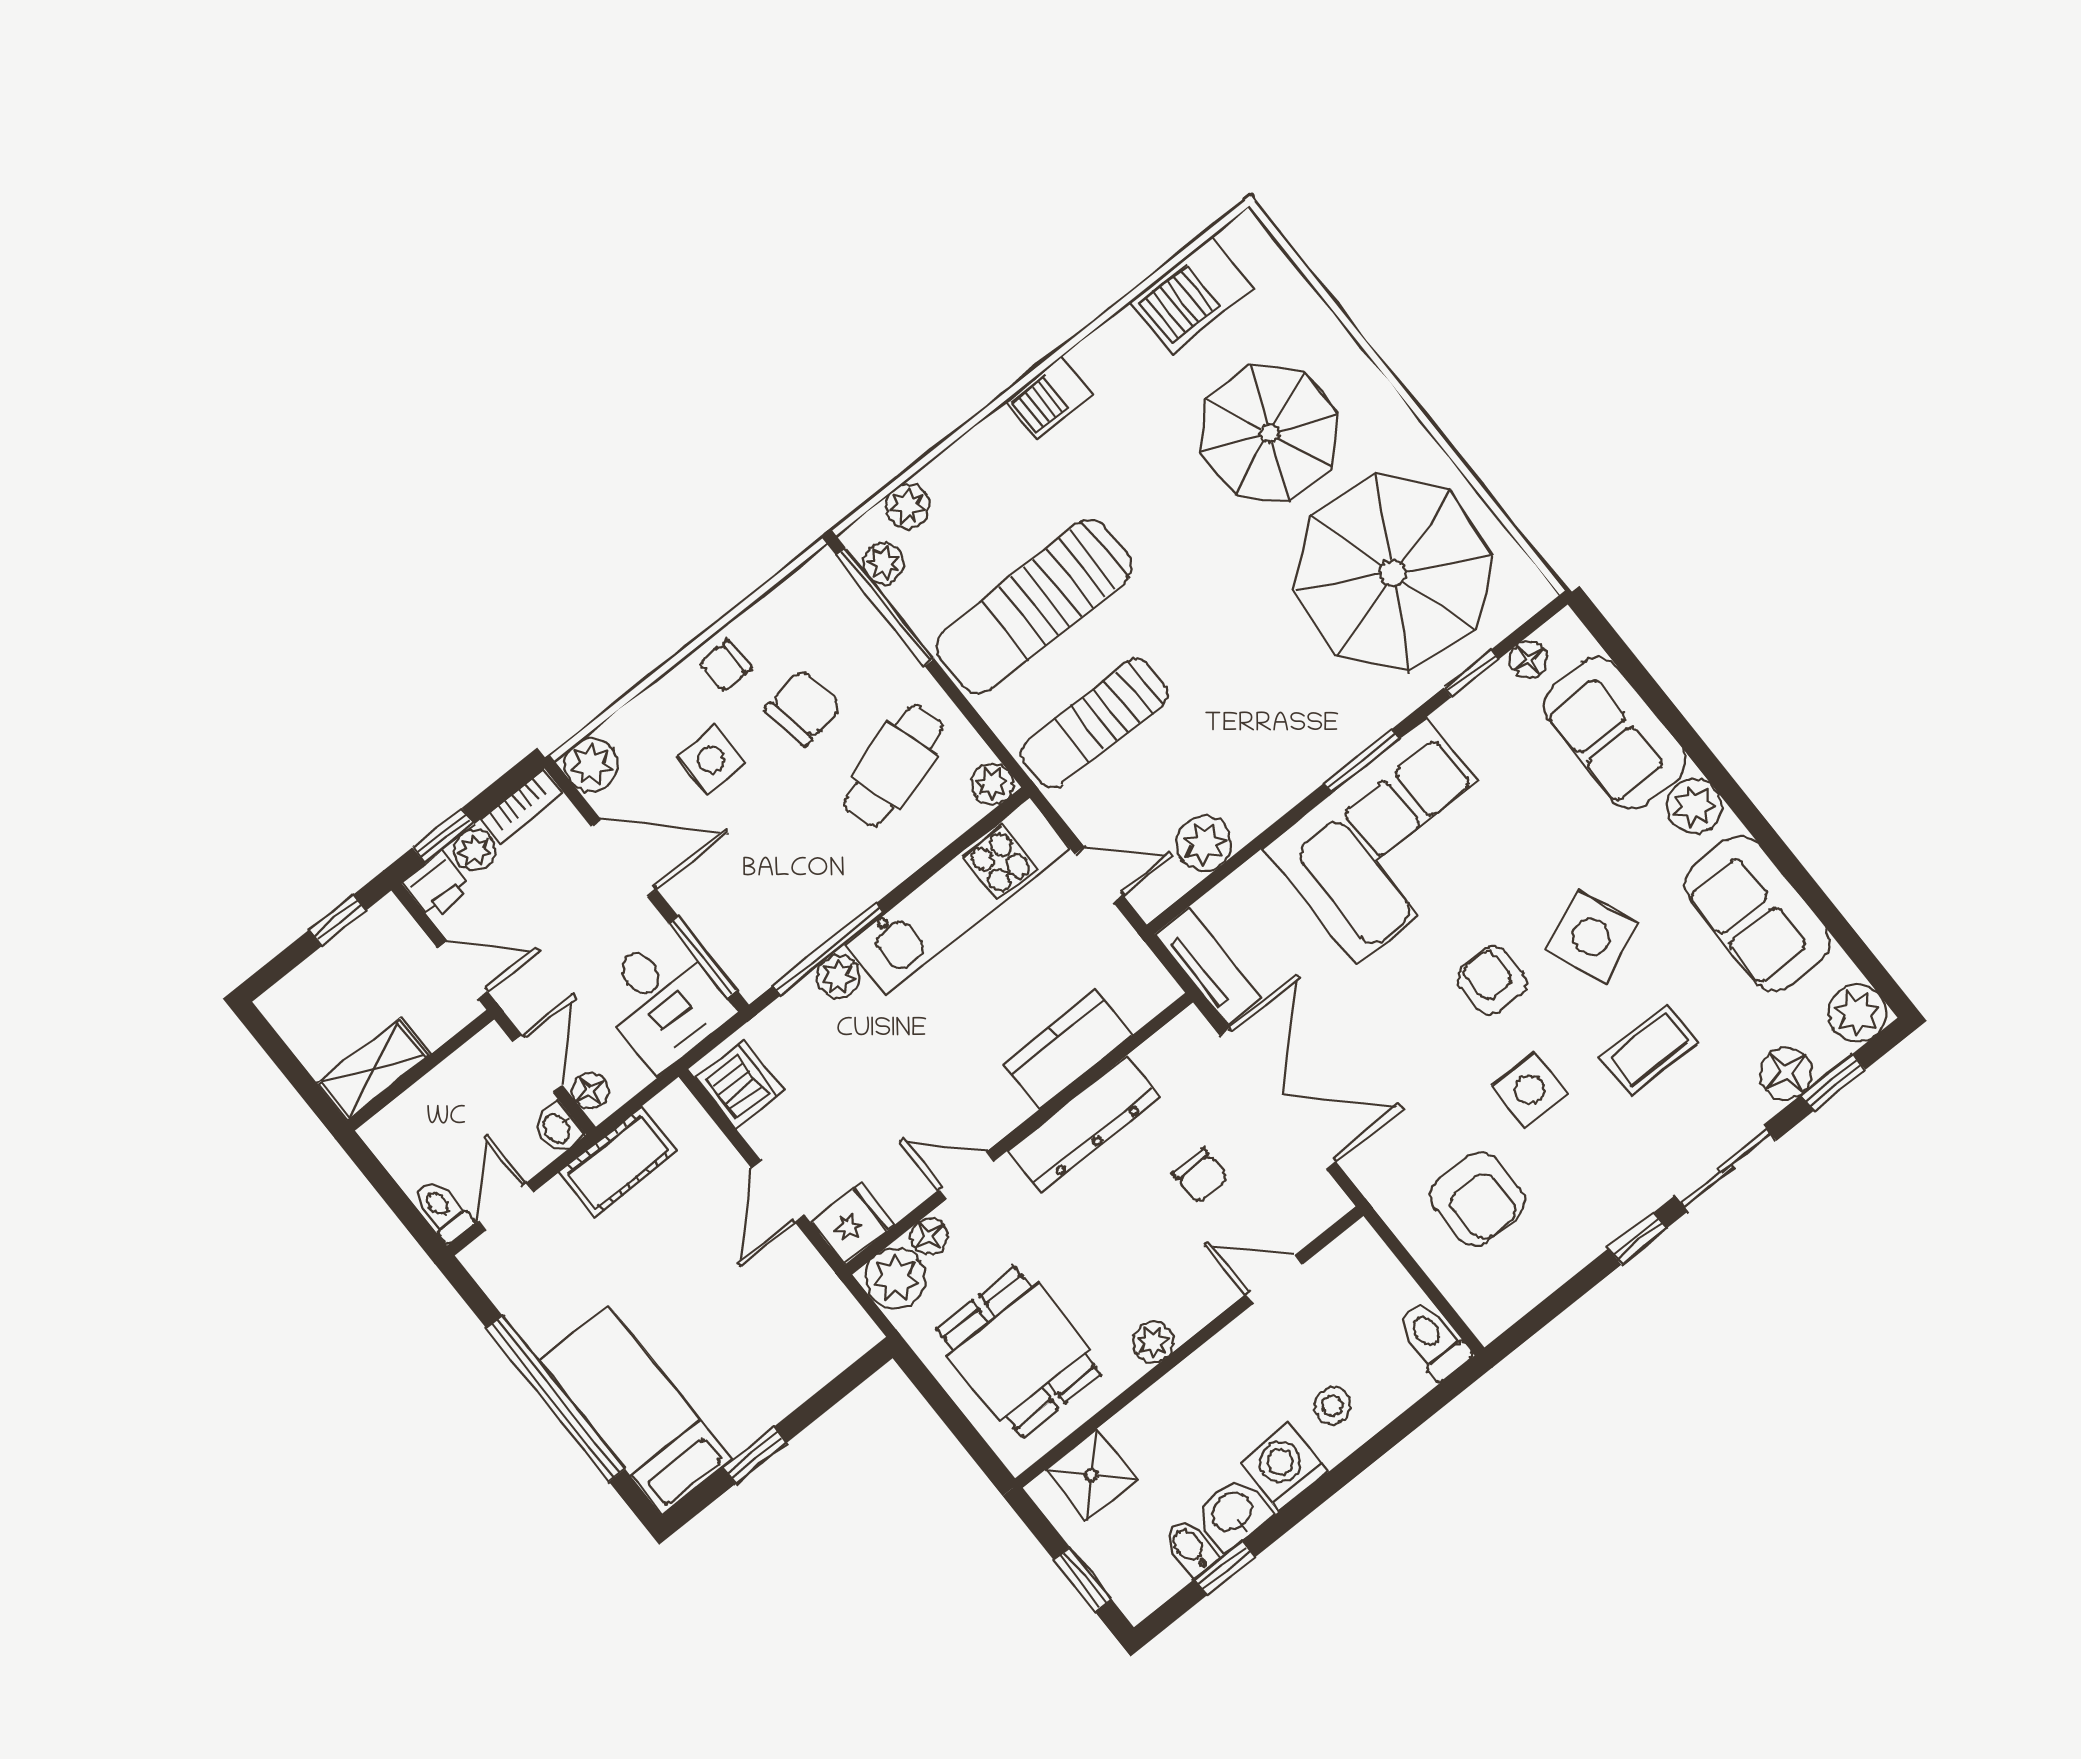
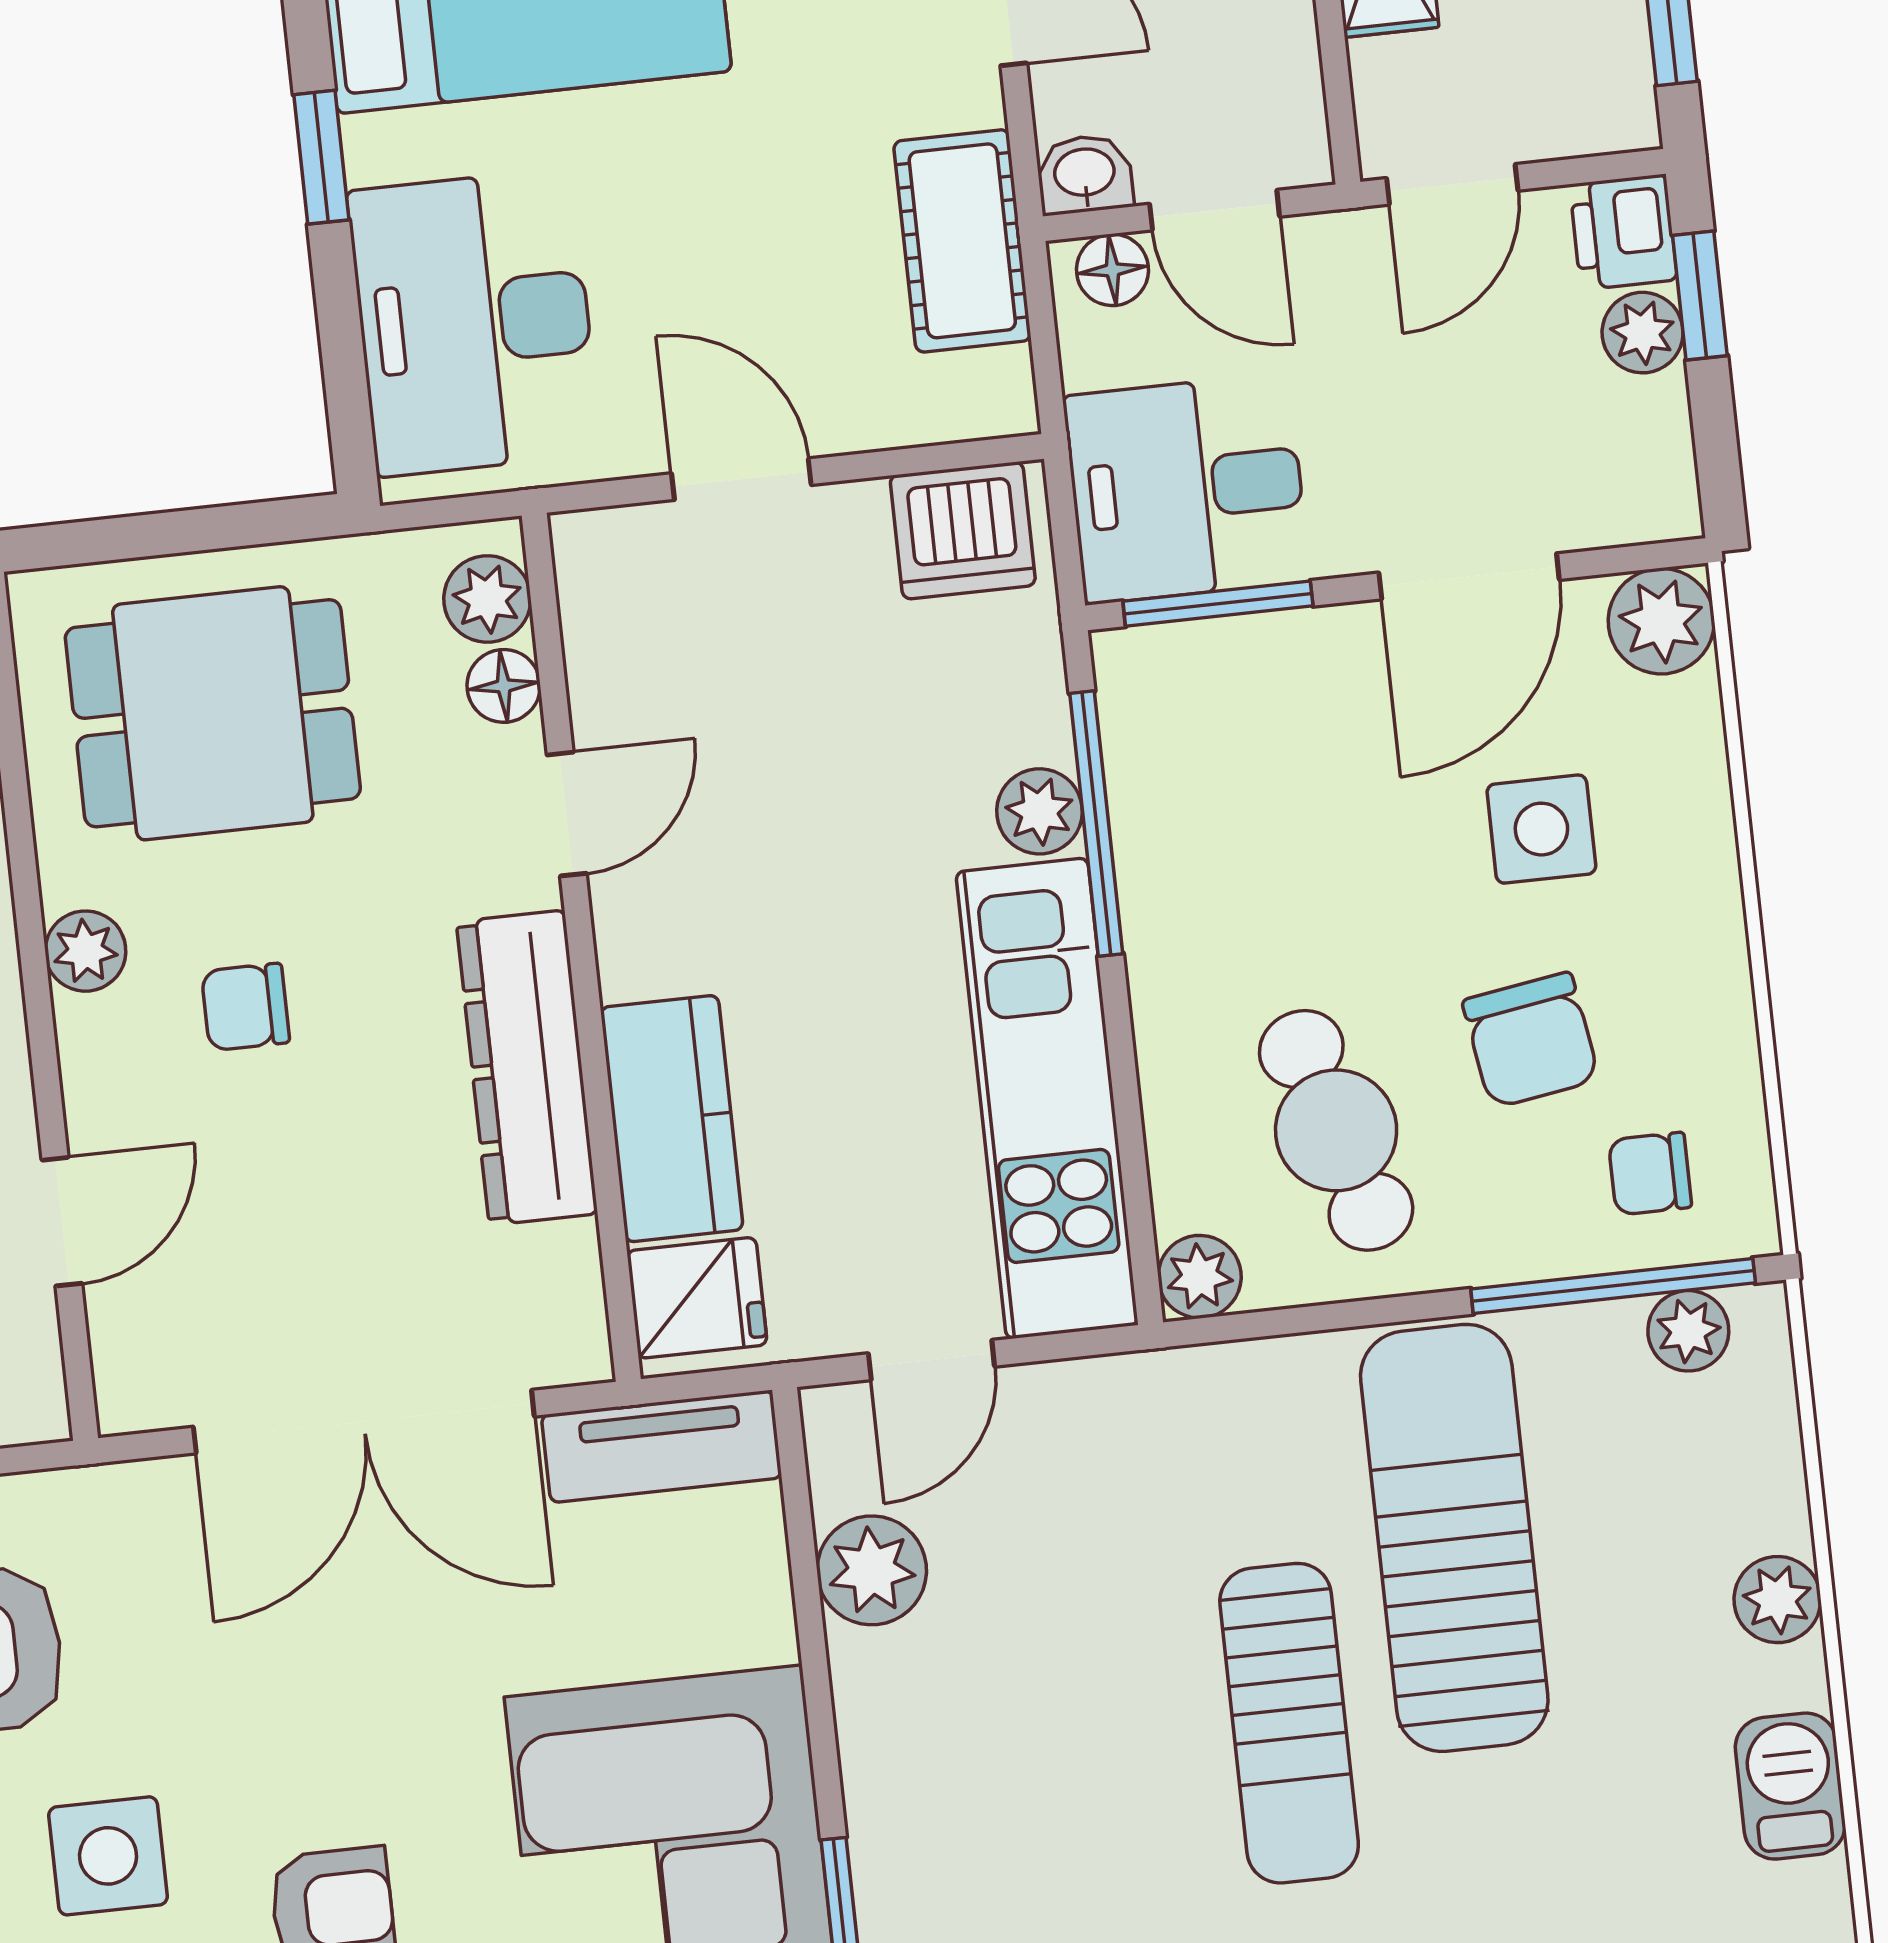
plant: (908, 506) -> (1777, 1600), moved
chair: (725, 666) -> (1650, 1174), moved, turned -90
sun lounger: (1094, 723) -> (1289, 1723), moved, turned 180
bookcase: (521, 807) -> (1665, 458), removed
chair: (1200, 1176) -> (245, 1007), moved
fridge: (853, 1223) -> (697, 1298), moved, turned -90
plant: (895, 1278) -> (487, 599), width x0.73, depth x0.73
desk: (783, 1346) -> (474, 322), added

